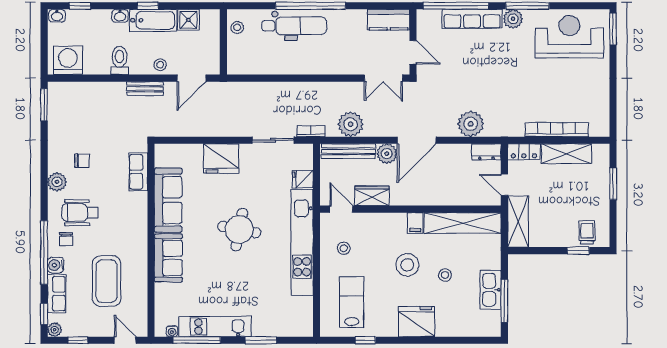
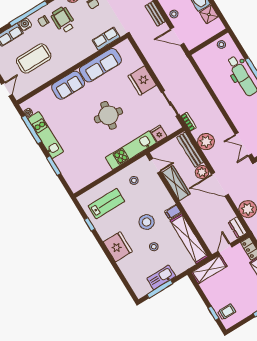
wardrobe: (372, 196) -> (176, 183), width x1.50
door: (341, 209) -> (155, 166), hinge flipped
kitchen unit: (302, 242) -> (131, 150), width x0.73

